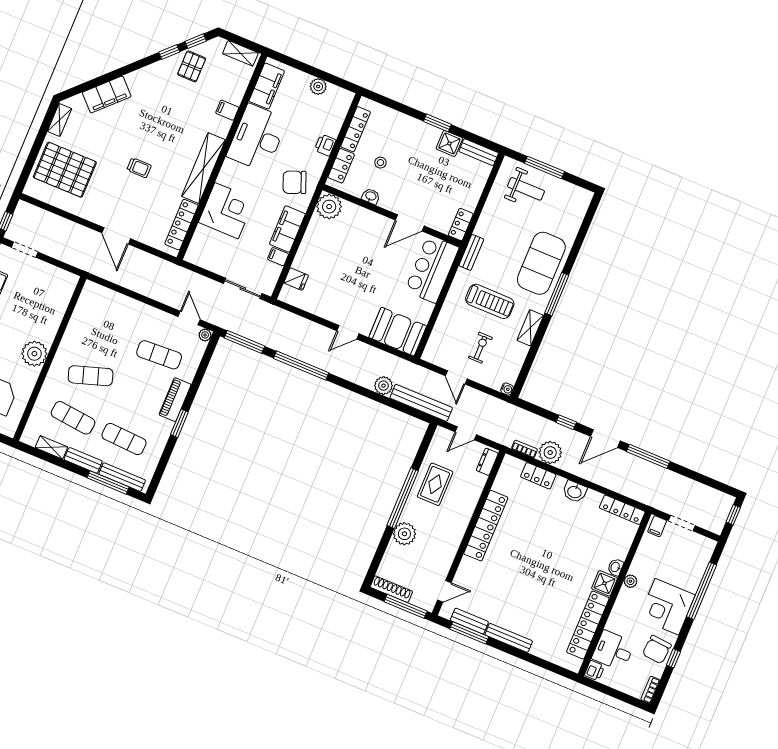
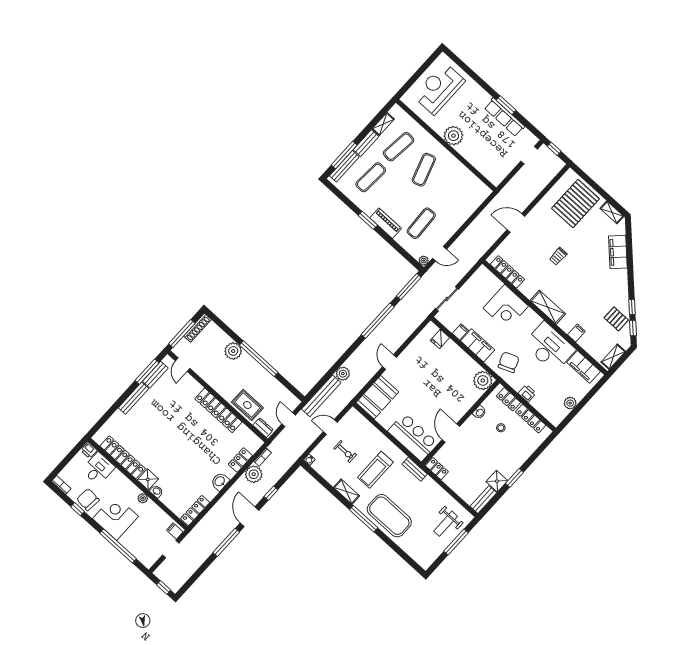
shelving: (204, 168) -> (548, 307), width x0.68
rug: (435, 484) -> (247, 405), moved

